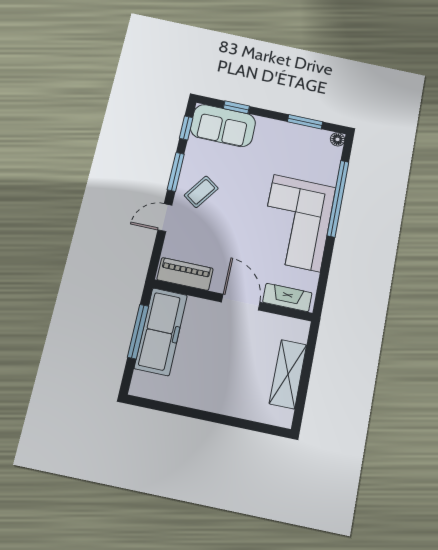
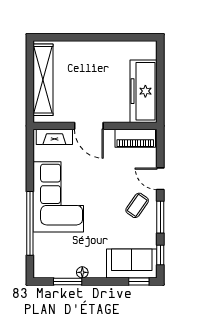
window: (236, 107) -> (139, 281), moved
floor lamp: (338, 139) -> (82, 272), moved
door: (165, 217) -> (160, 179), swing flipped
window: (138, 331) -> (160, 88), removed
shelving: (288, 374) -> (43, 80), width x1.47

